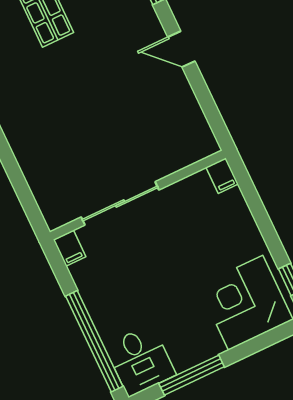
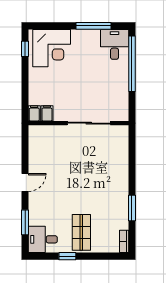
door: (181, 49) -> (25, 182), hinge flipped
filing cabinet: (70, 248) -> (47, 113), moved

